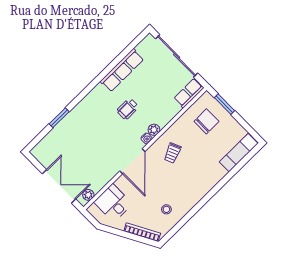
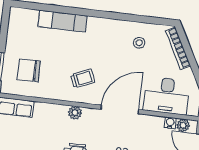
water cooler: (147, 138) -> (170, 123), moved
exam couch: (239, 153) -> (62, 21), moved
desk: (113, 203) -> (167, 96), width x1.37

